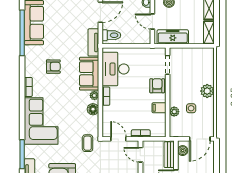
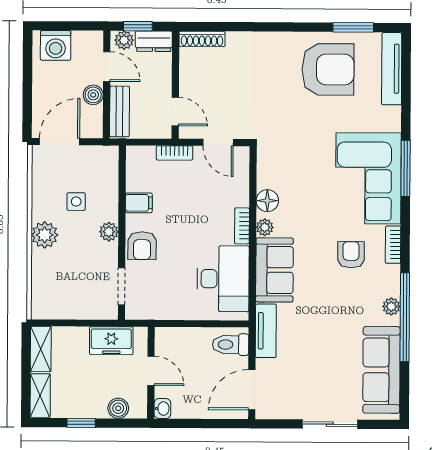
window: (22, 33) -> (405, 317), moved
freezer: (173, 37) -> (111, 341), width x0.71
plant: (29, 55) -> (391, 306), added
armchair: (53, 67) -> (351, 255), moved, turned 90
plant: (174, 112) -> (109, 232), moved
coffee table: (88, 143) -> (278, 134), removed
boiler: (183, 151) -> (93, 95), moved
window: (22, 154) -> (406, 168), moved

